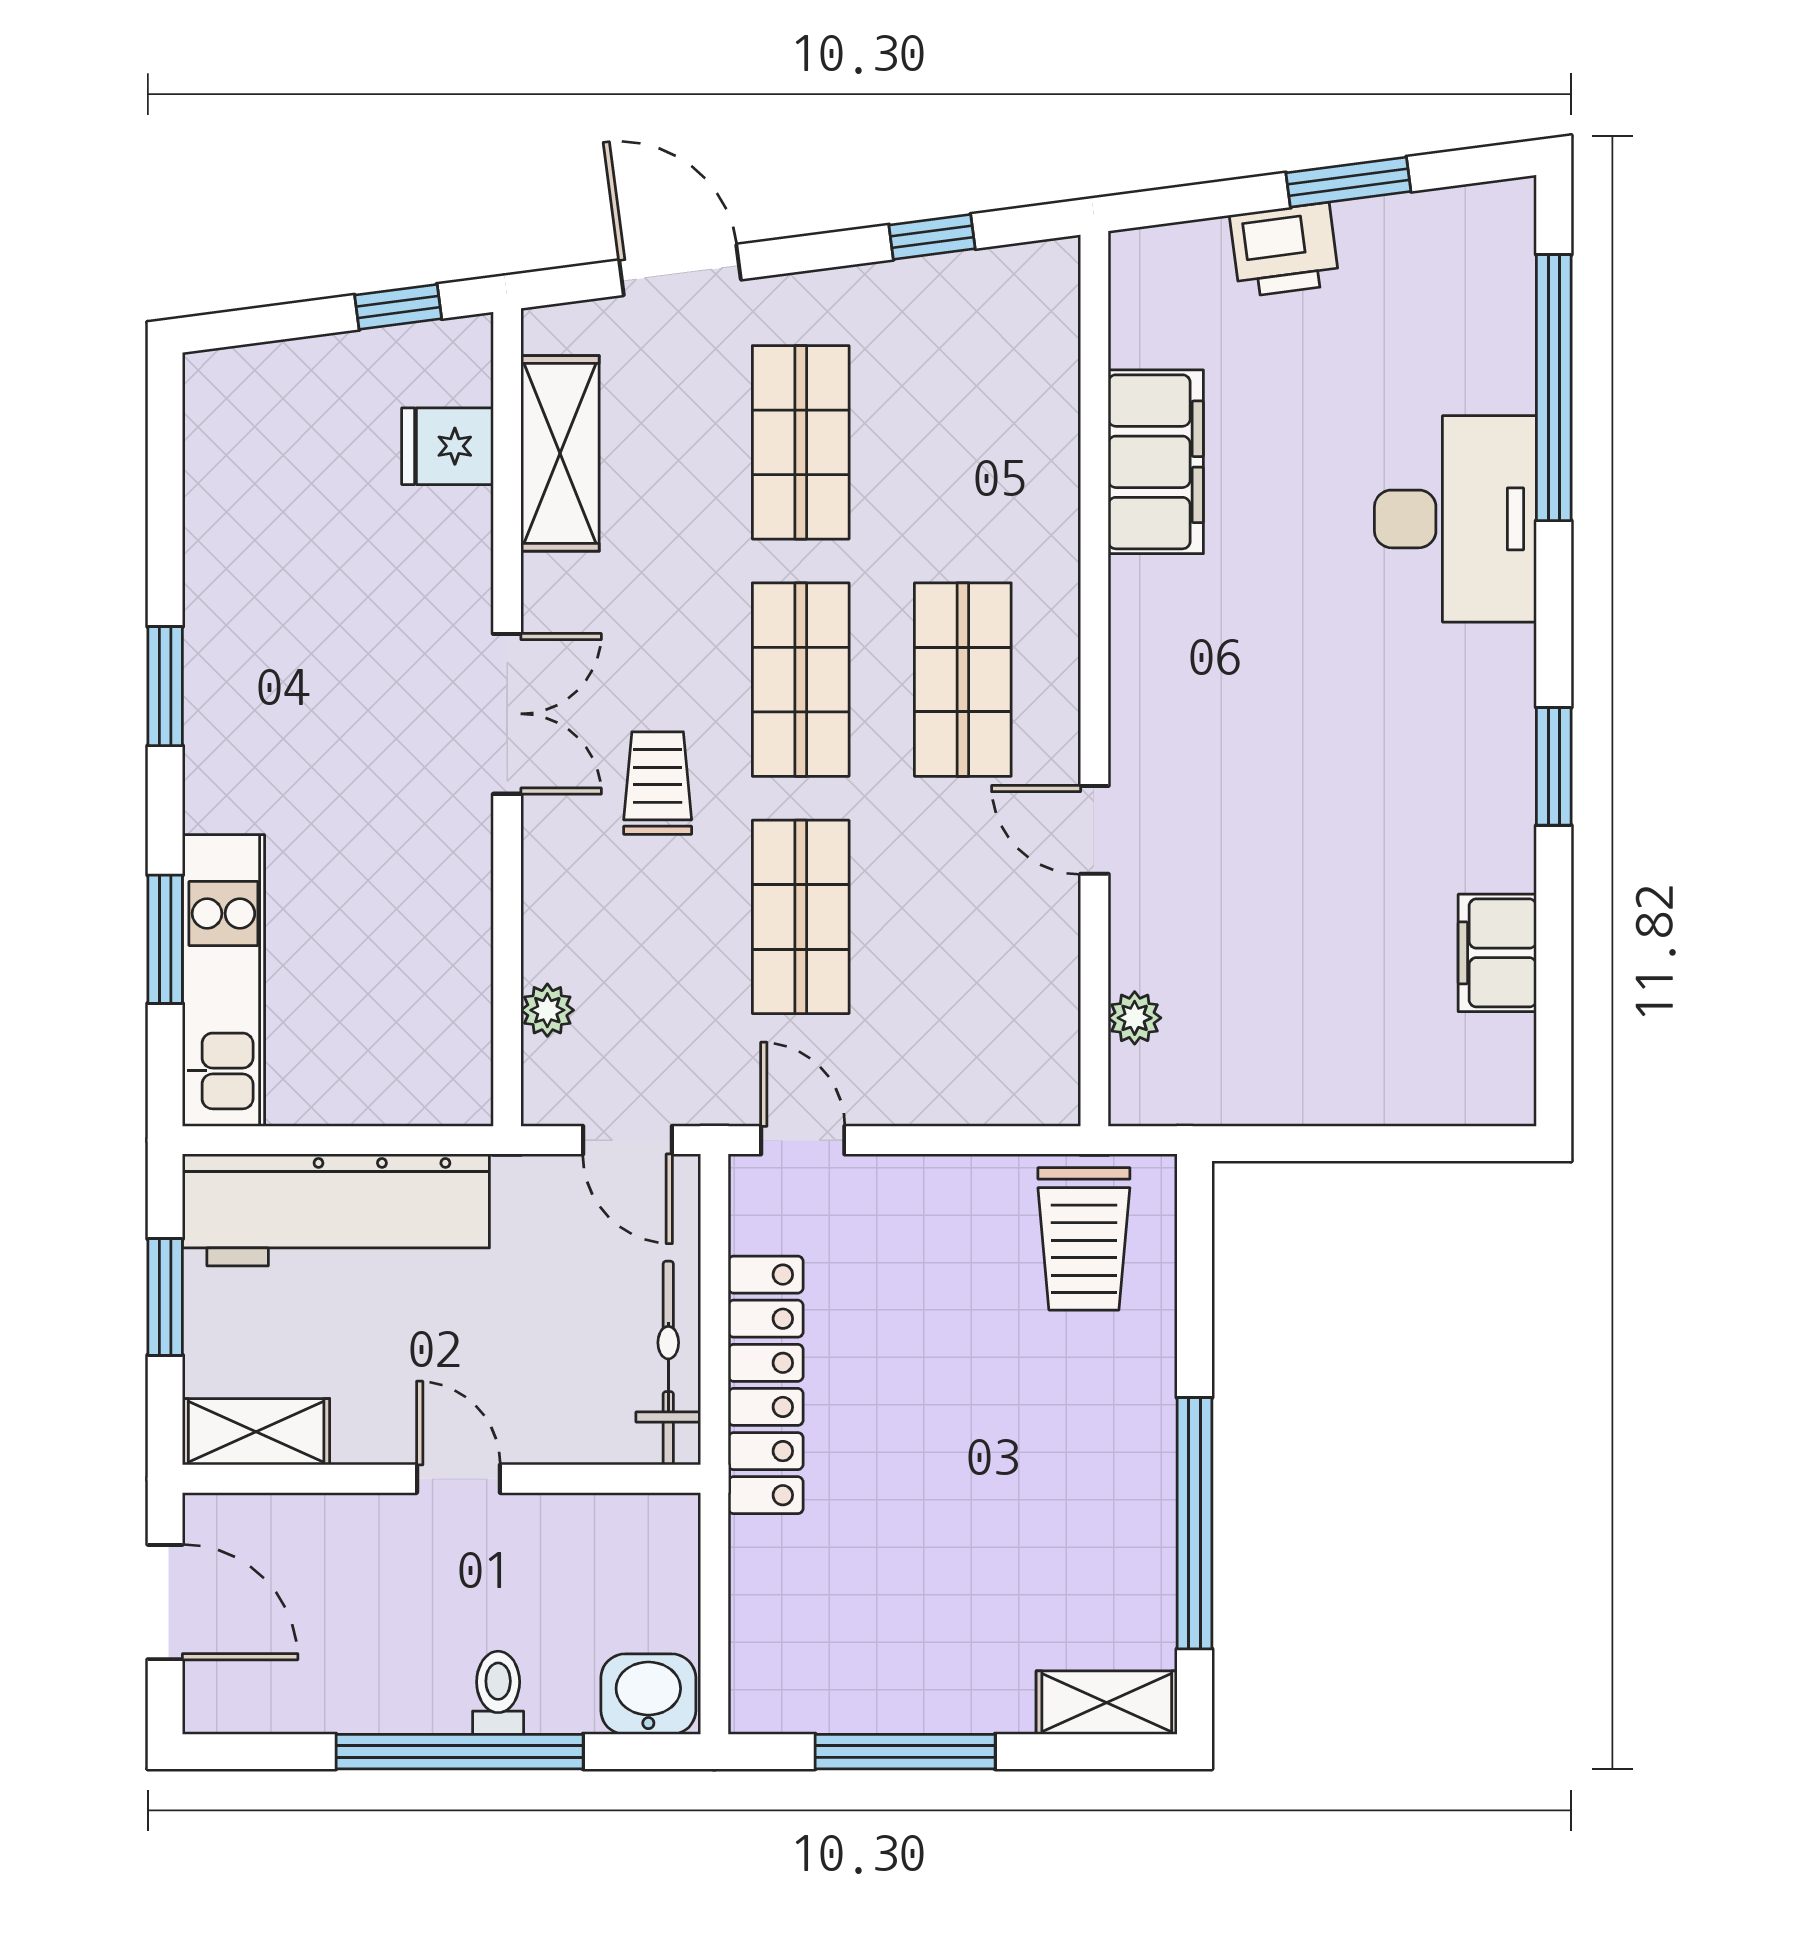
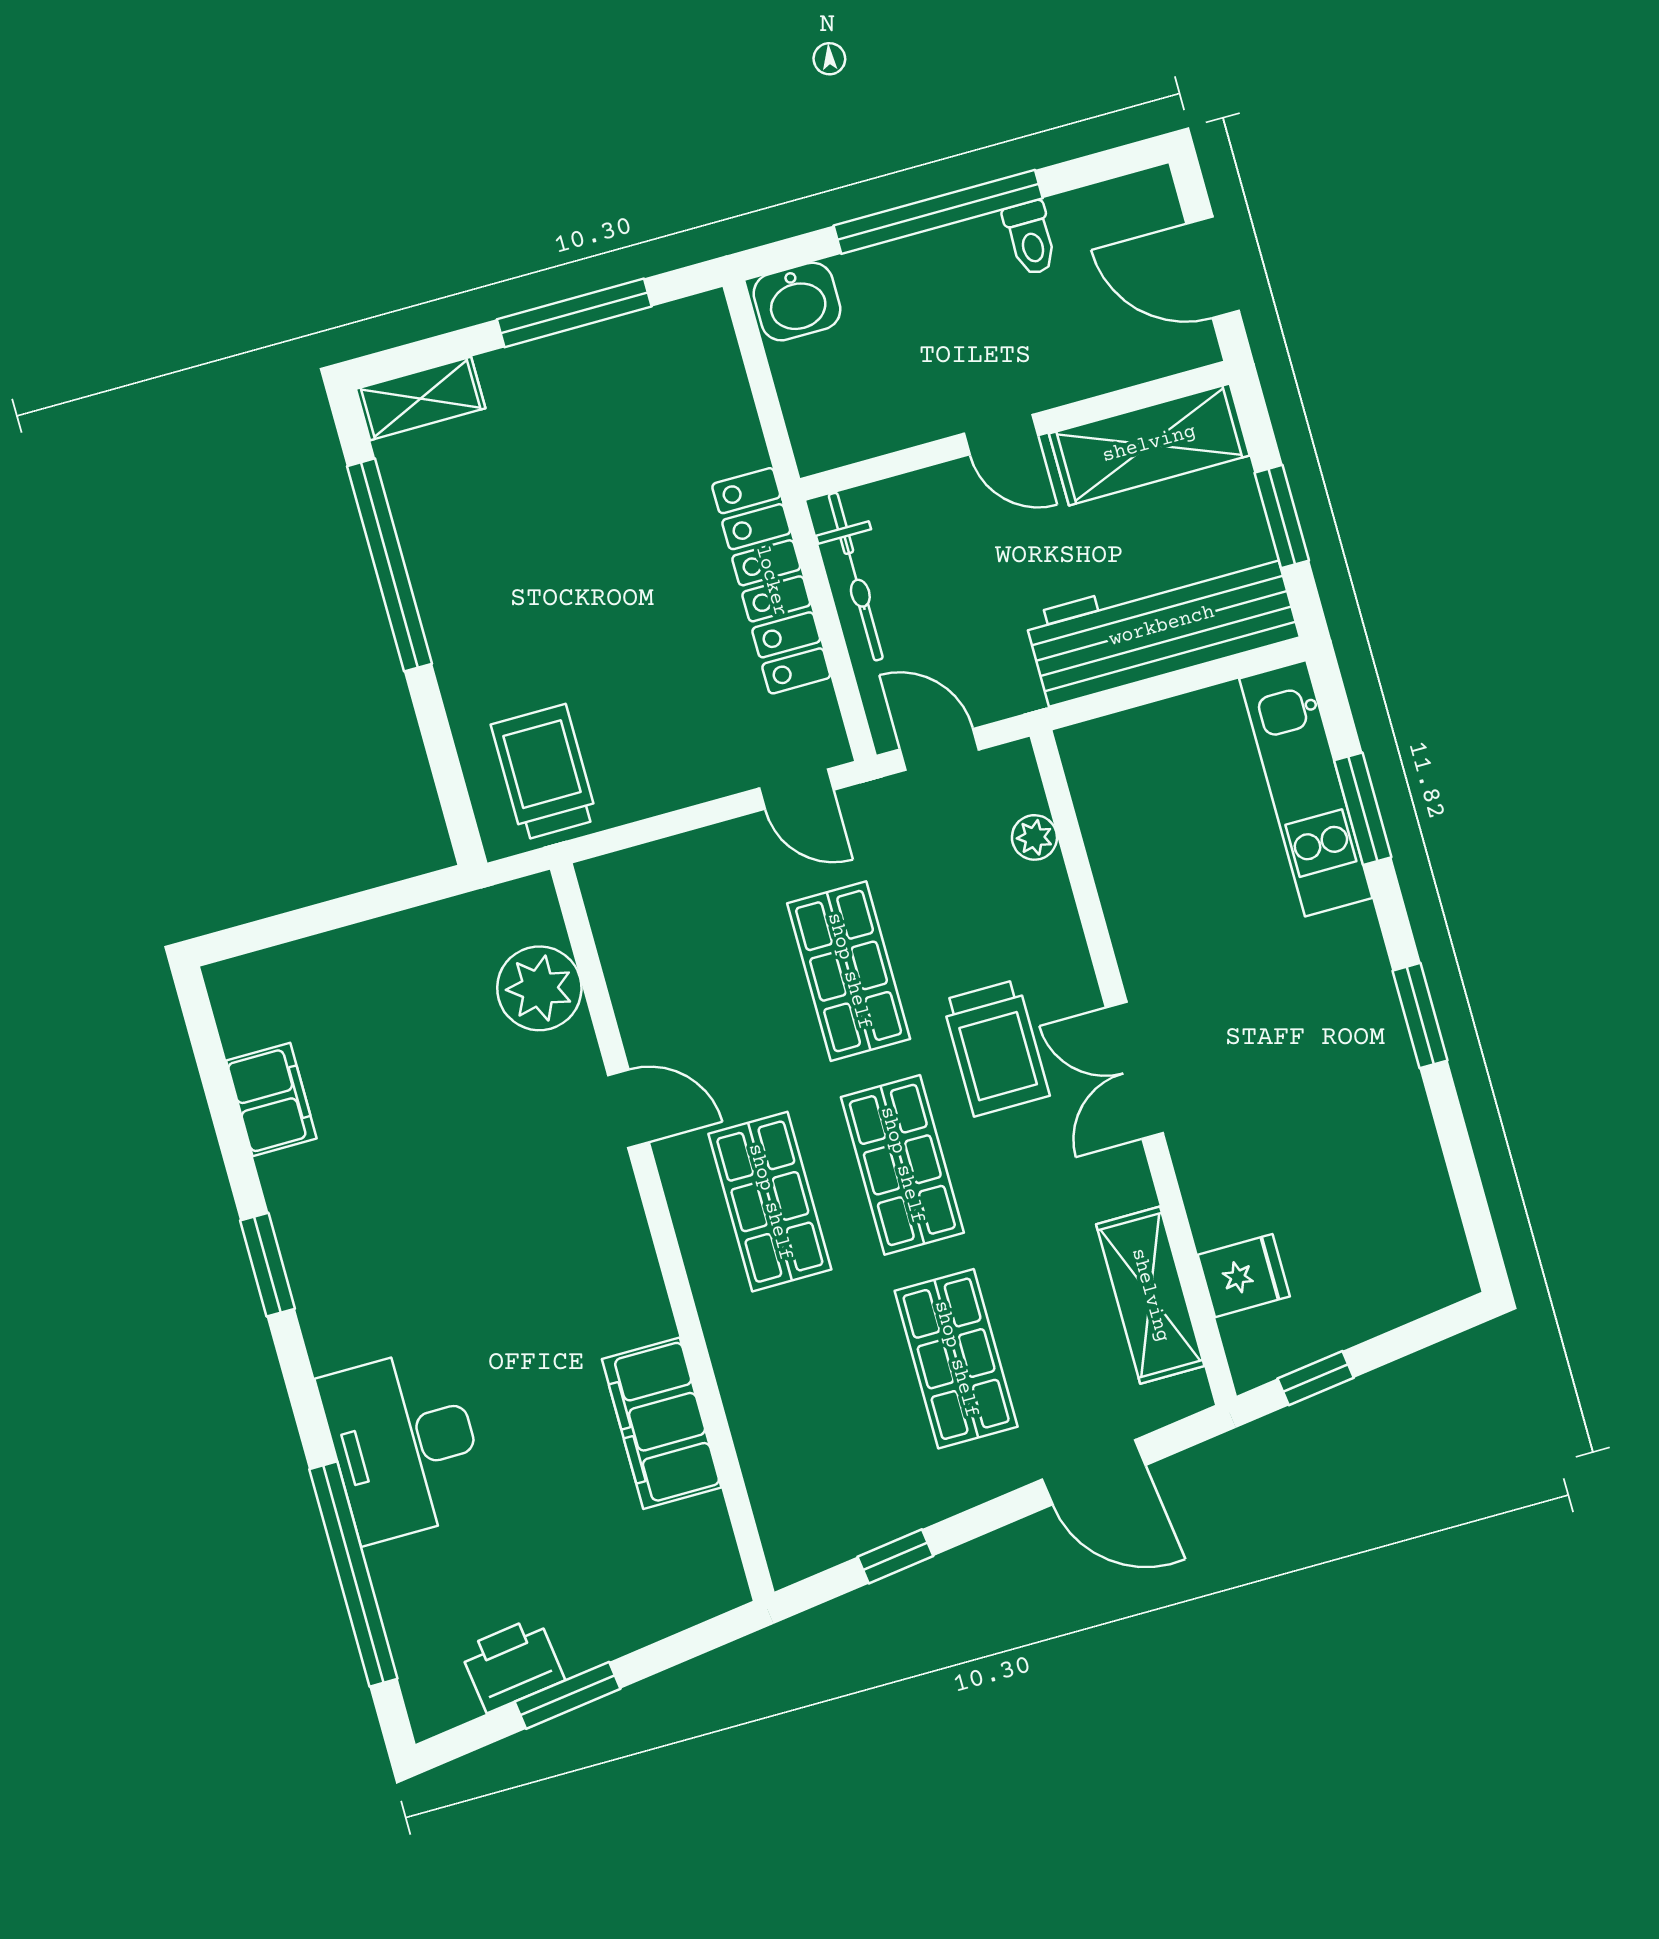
printer: (1285, 250) -> (512, 1665), moved
trolley: (658, 783) -> (996, 1048), width x1.36, depth x1.39
plant: (1135, 1018) -> (539, 988), width x1.88, depth x1.88
shelving: (256, 1432) -> (1149, 444), width x1.50, depth x1.33
toilet: (498, 1693) -> (1030, 238), moved

